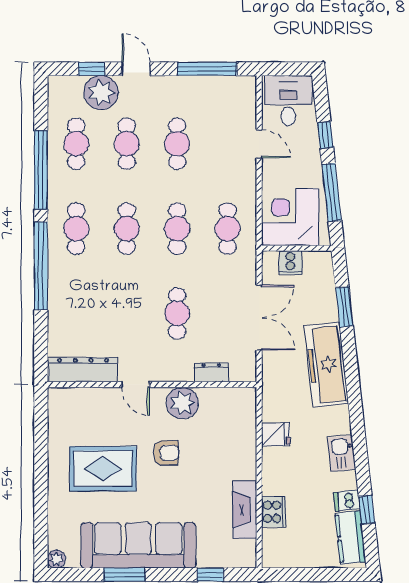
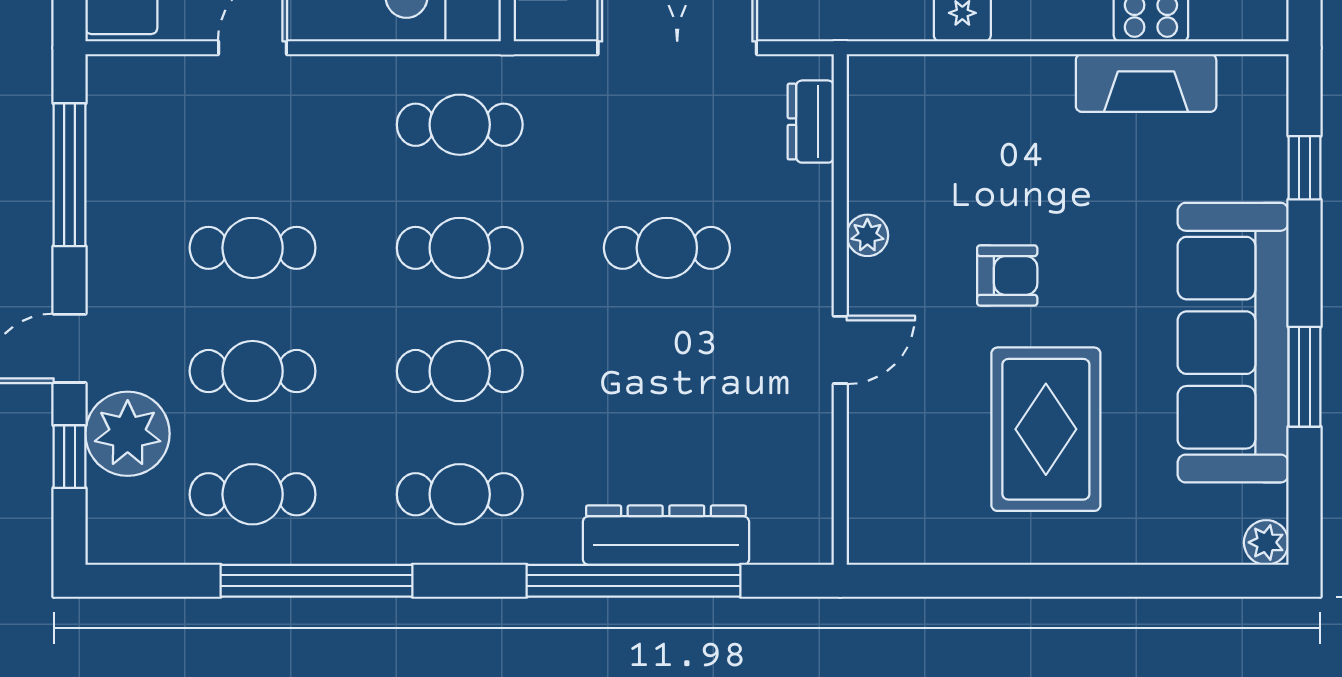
window: (41, 266) -> (633, 581), moved
dresser: (83, 370) -> (666, 535), moved, turned 90
dresser: (211, 372) -> (811, 122), moved
plant: (182, 403) -> (867, 235), width x0.53, depth x0.53
armchair: (166, 453) -> (1007, 275), turned 90

